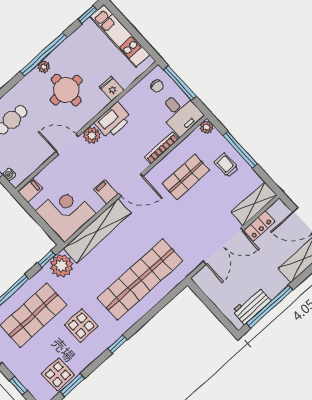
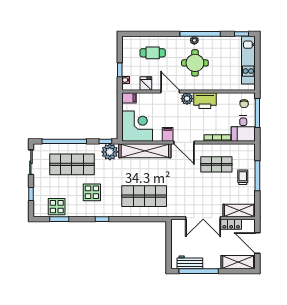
fridge: (112, 89) -> (146, 84), moved
plant: (207, 127) -> (250, 148), removed
shop shelf: (140, 279) -> (144, 196), width x0.71

